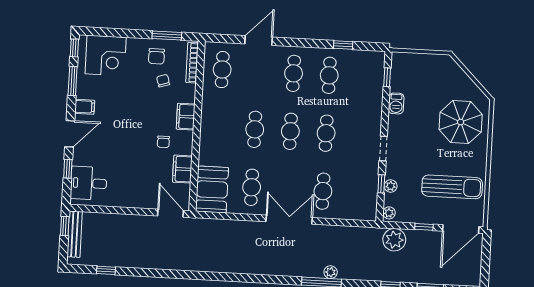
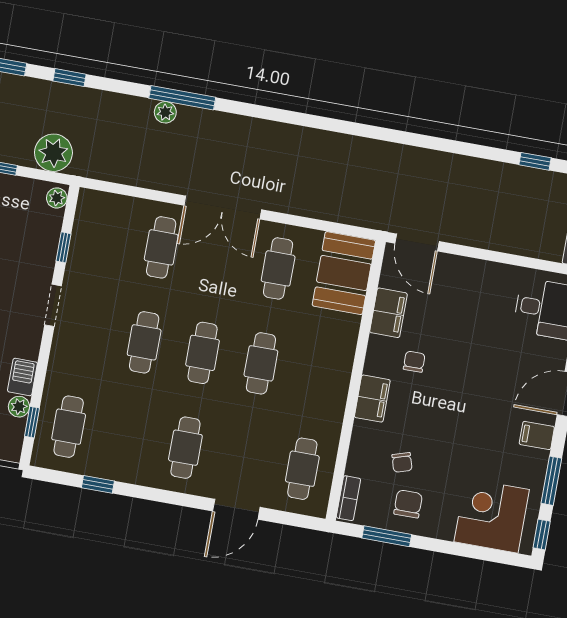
bookcase: (192, 63) -> (348, 498), width x0.64
cafe table: (329, 75) -> (69, 427), moved
plant: (391, 186) -> (19, 407), moved

